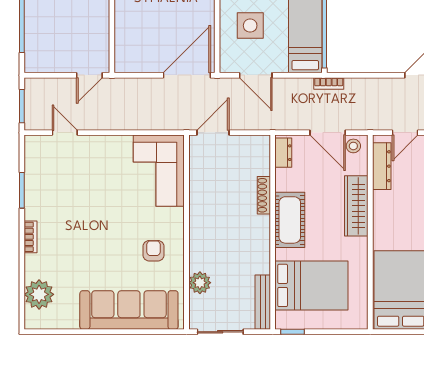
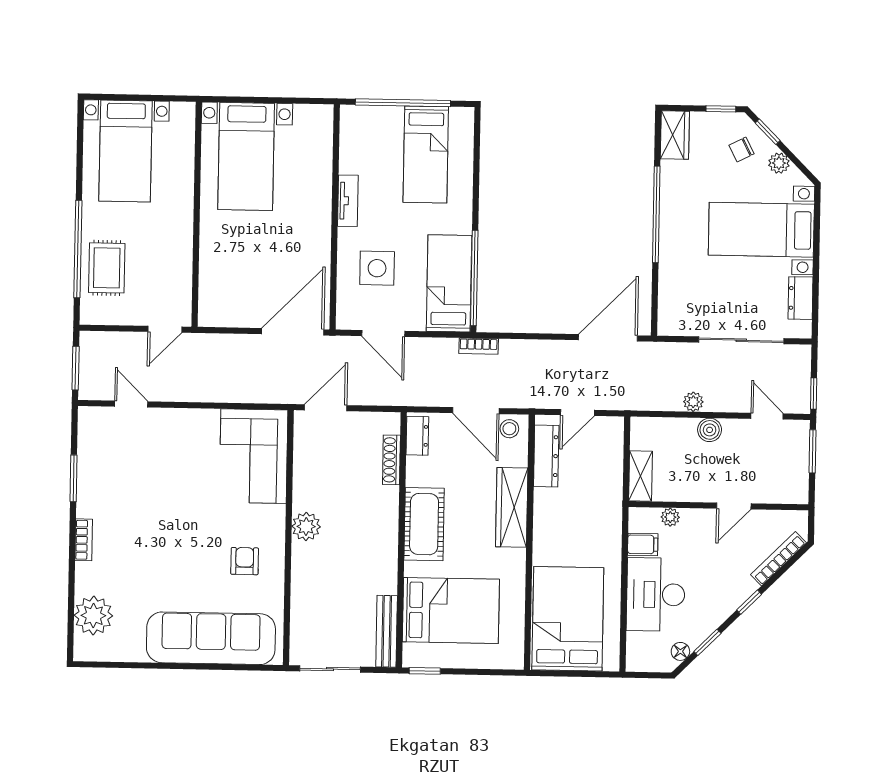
rug: (44, 29) -> (107, 268), added
shoe rack: (264, 195) -> (391, 460), moved
plant: (200, 283) -> (306, 527), moved

